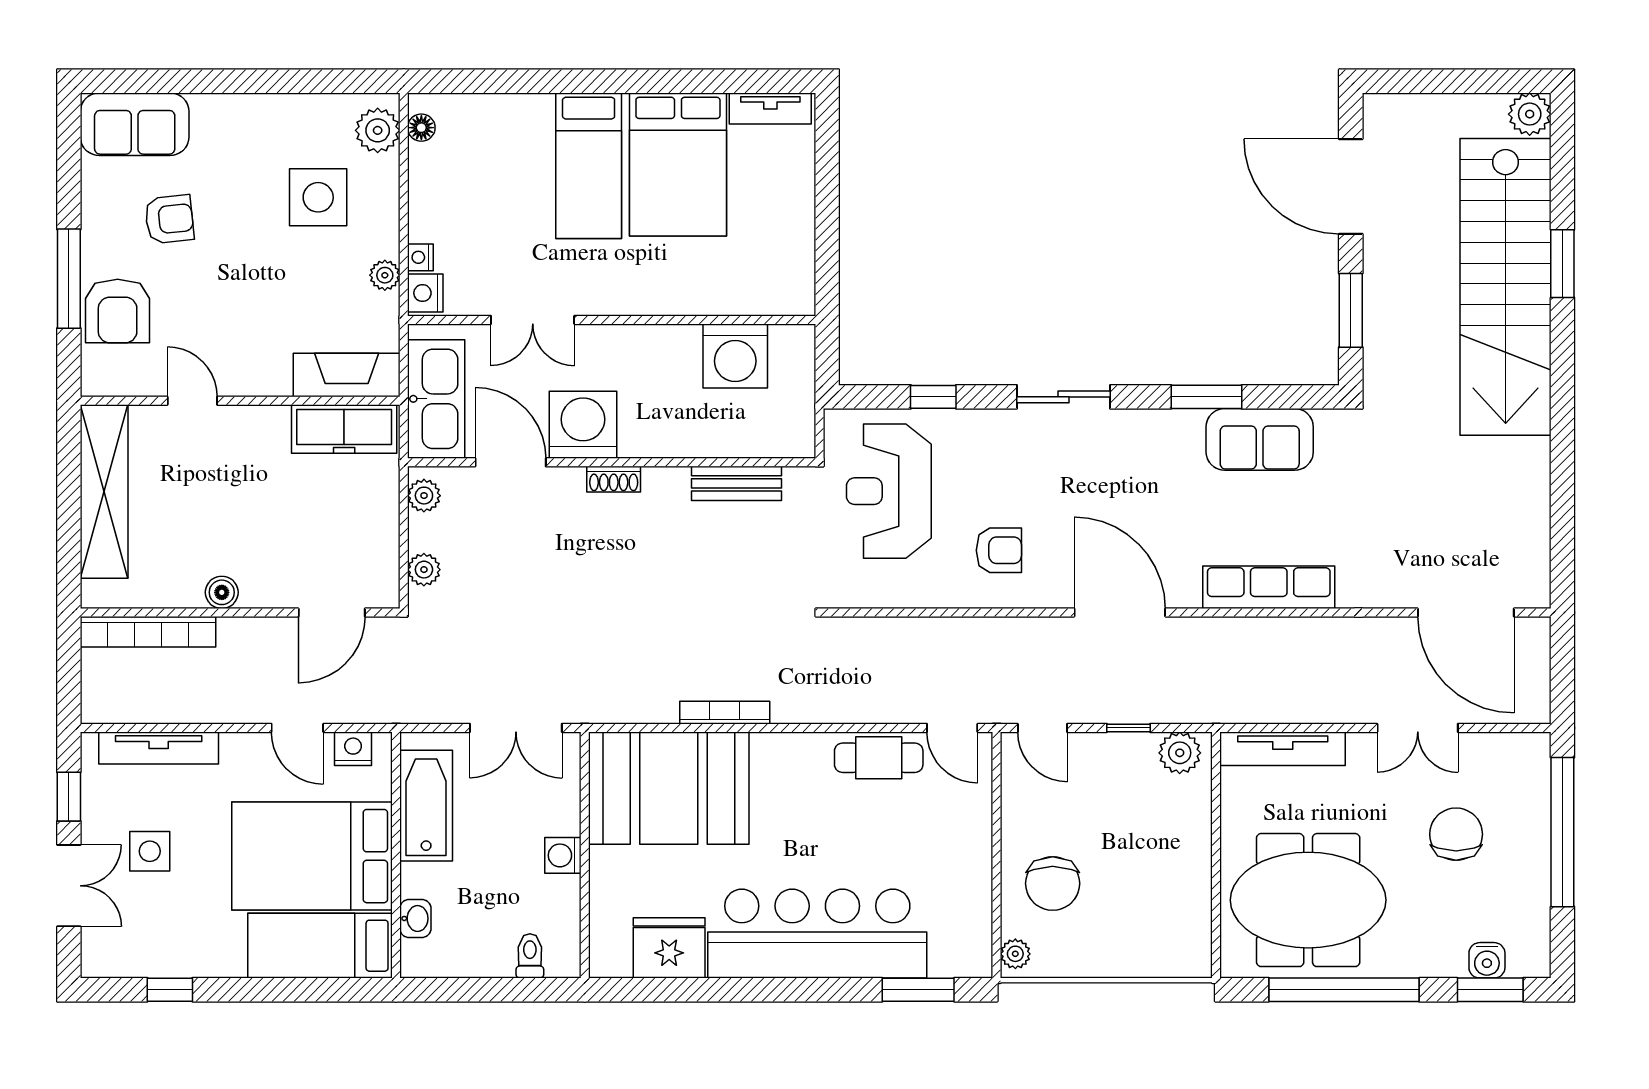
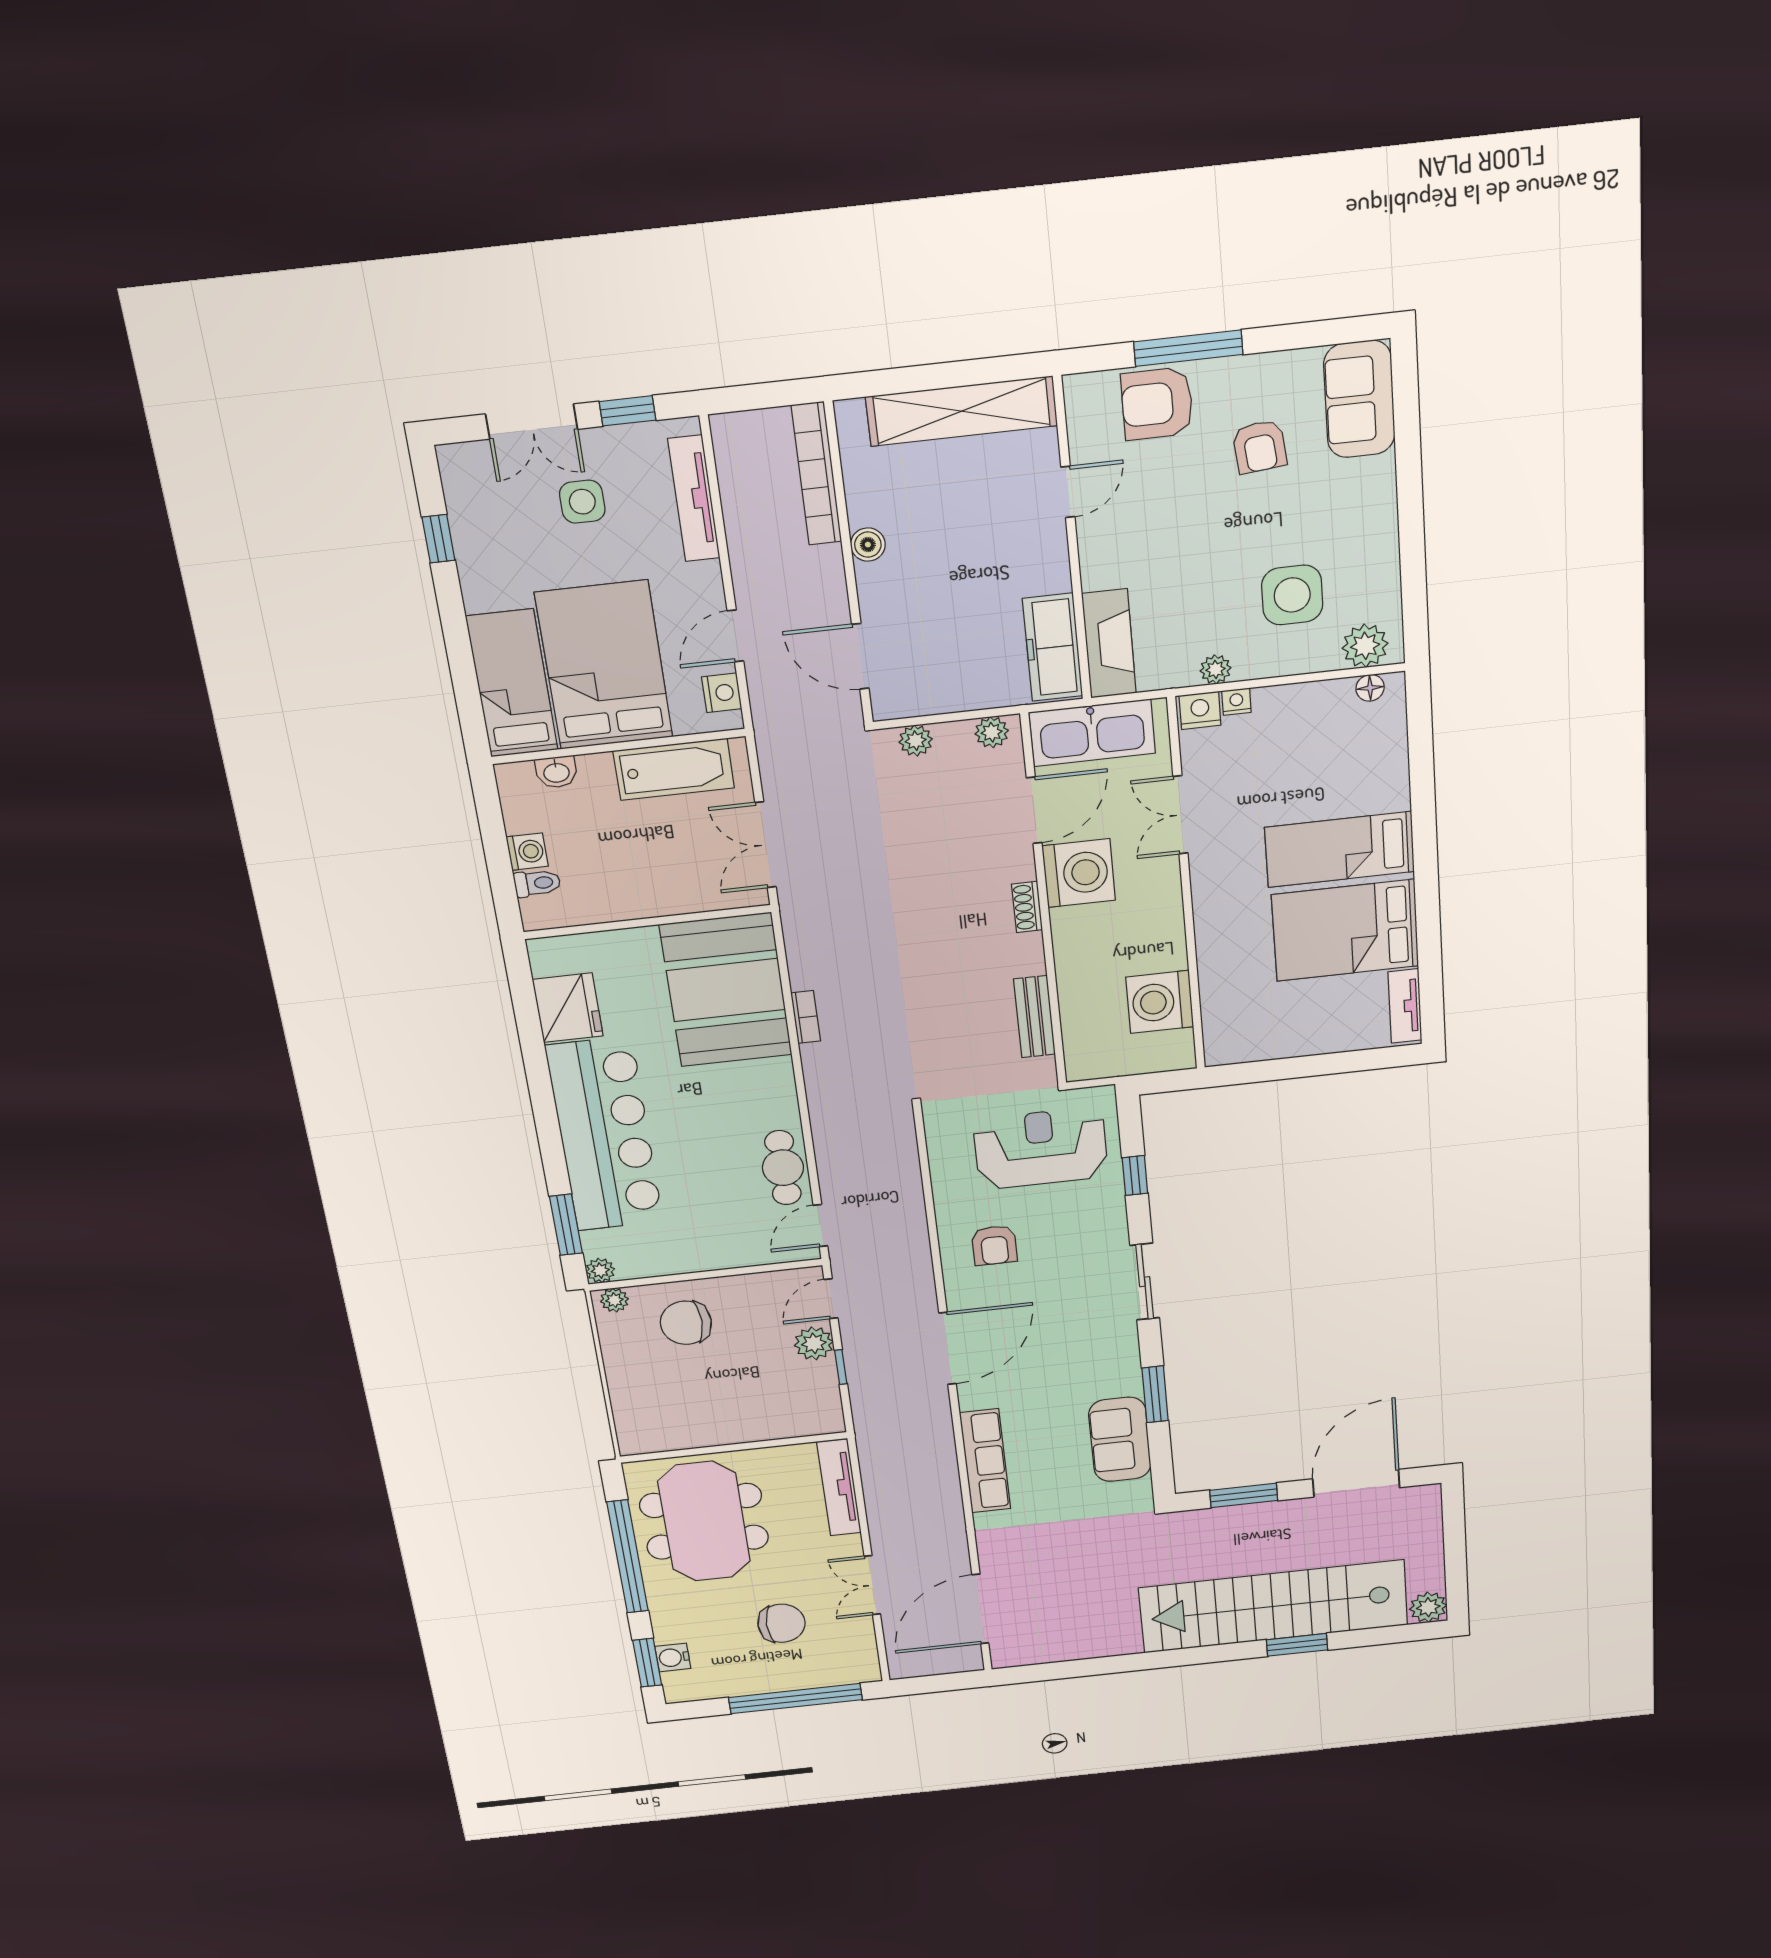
bookcase: (725, 713) -> (806, 1017), width x0.64
plant: (1180, 753) -> (814, 1343), moved
washing machine: (563, 855) -> (527, 852), moved, turned 90
plant: (978, 963) -> (600, 1271), added

